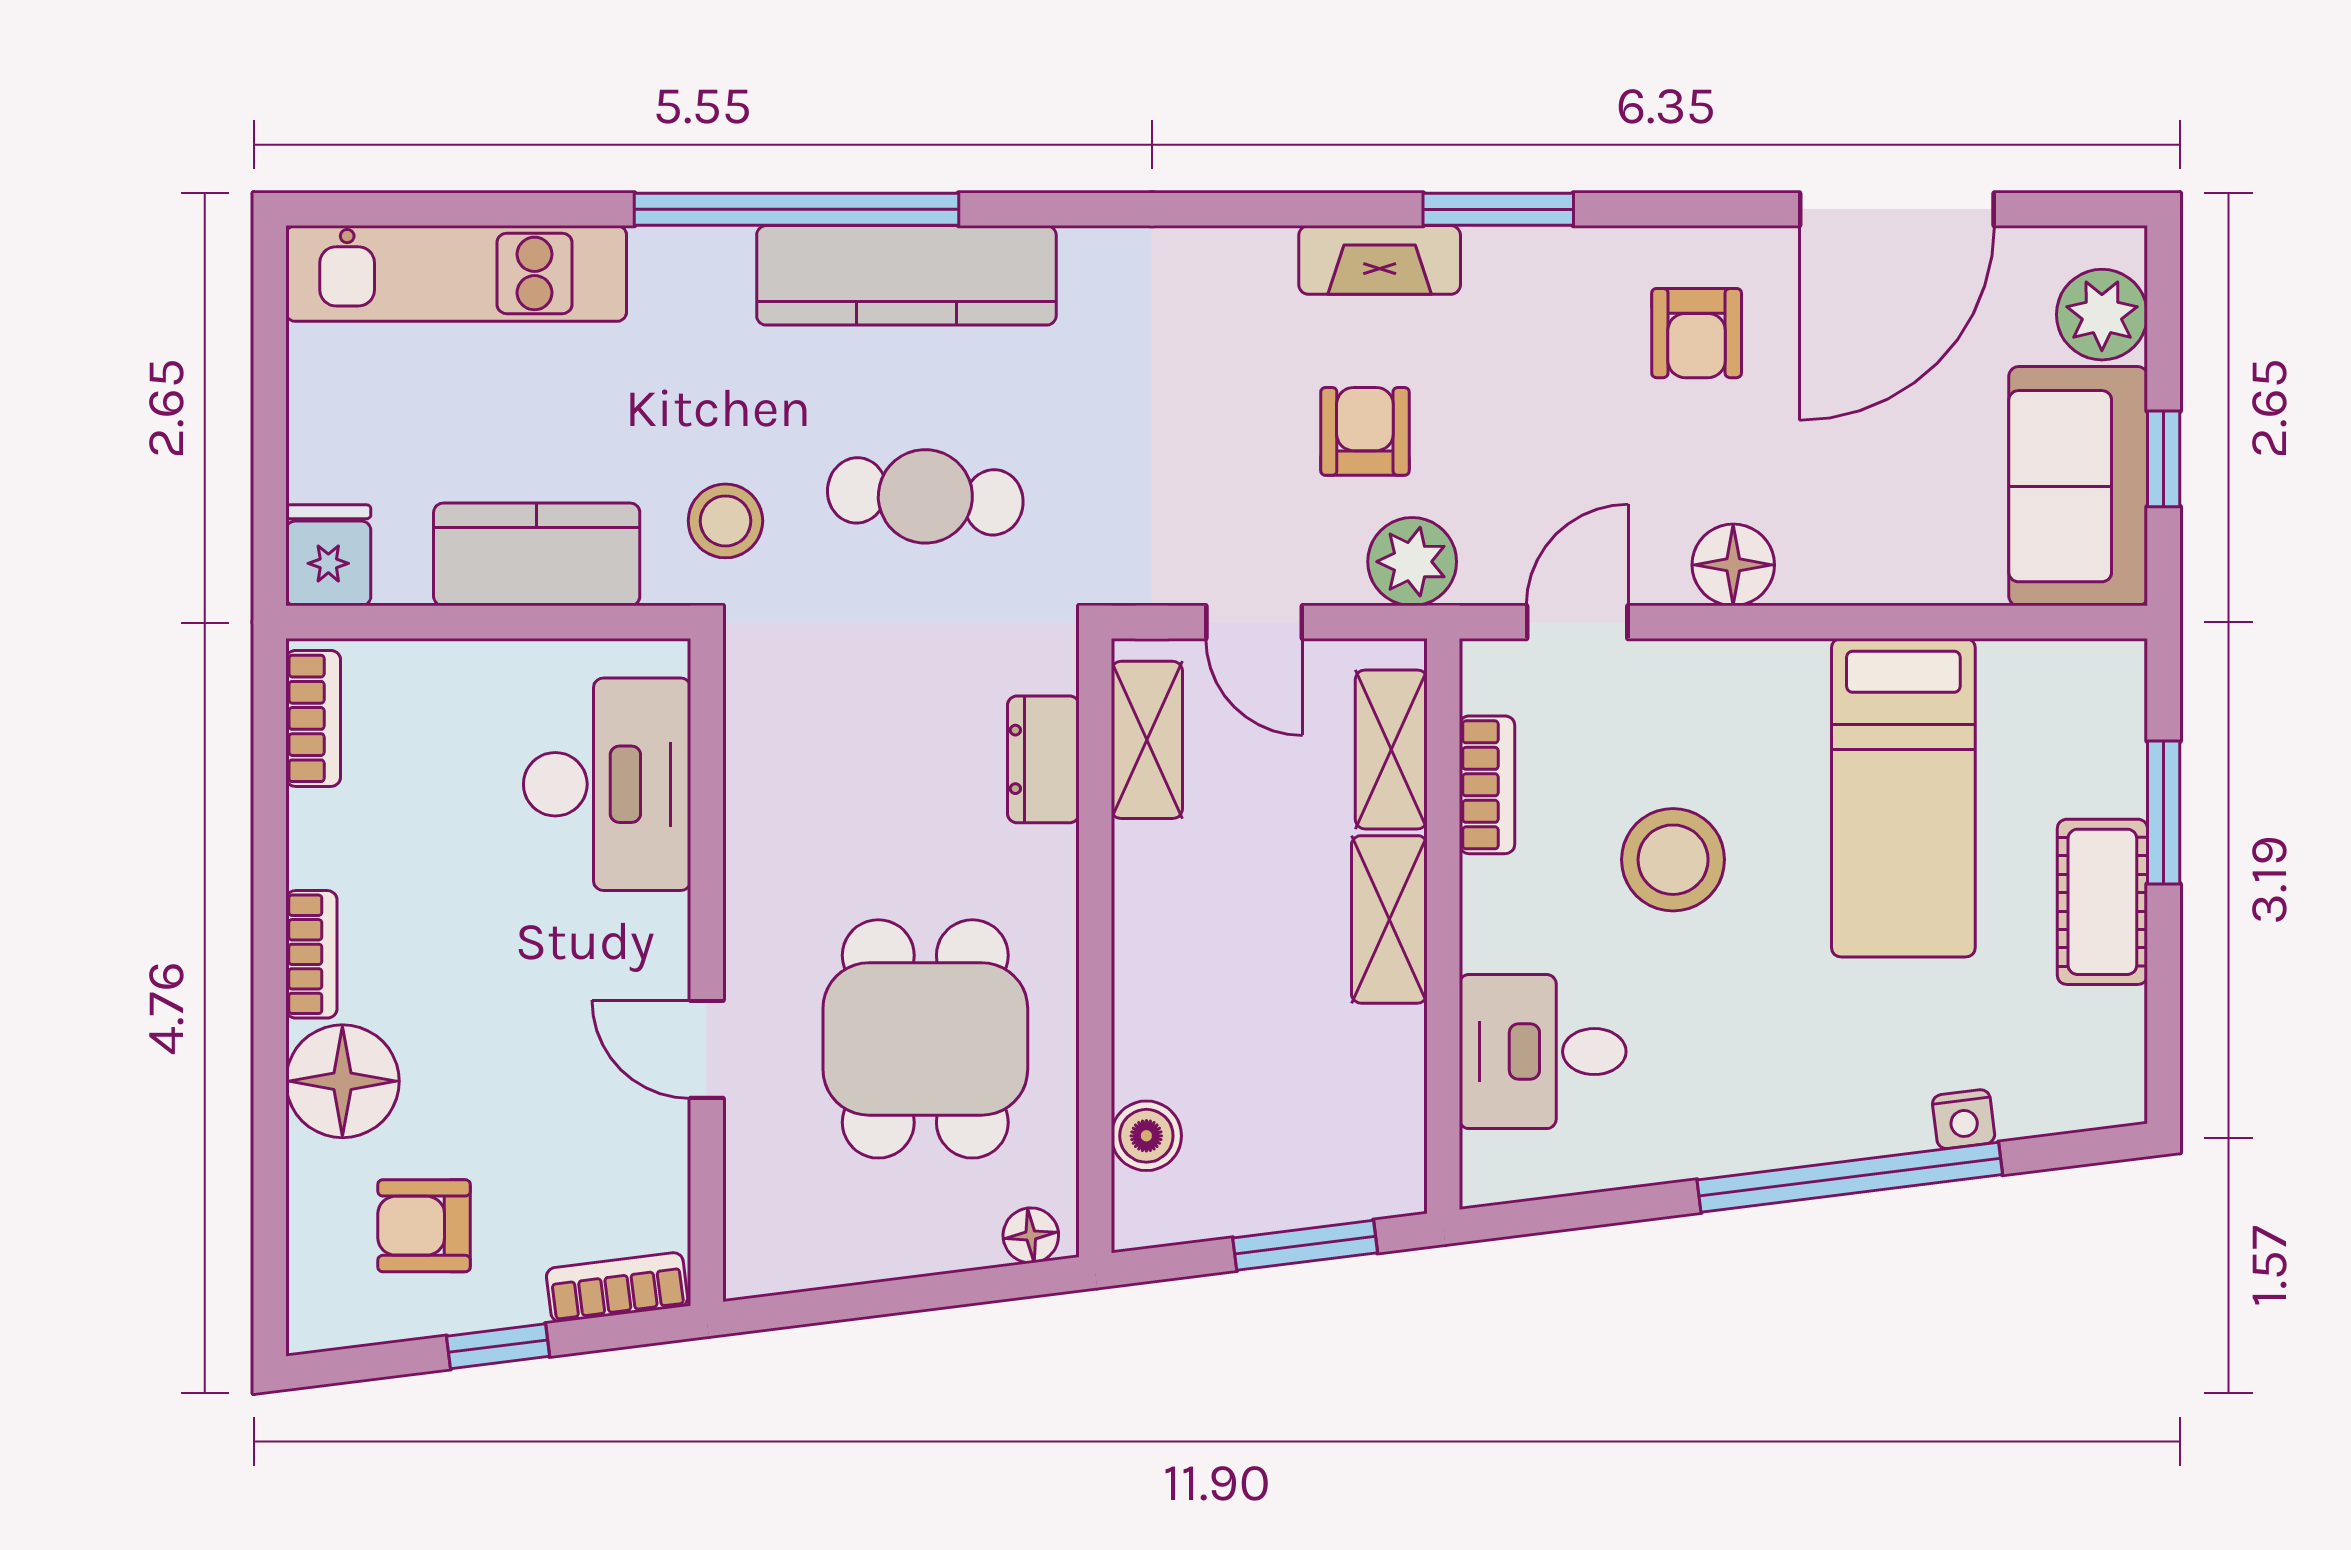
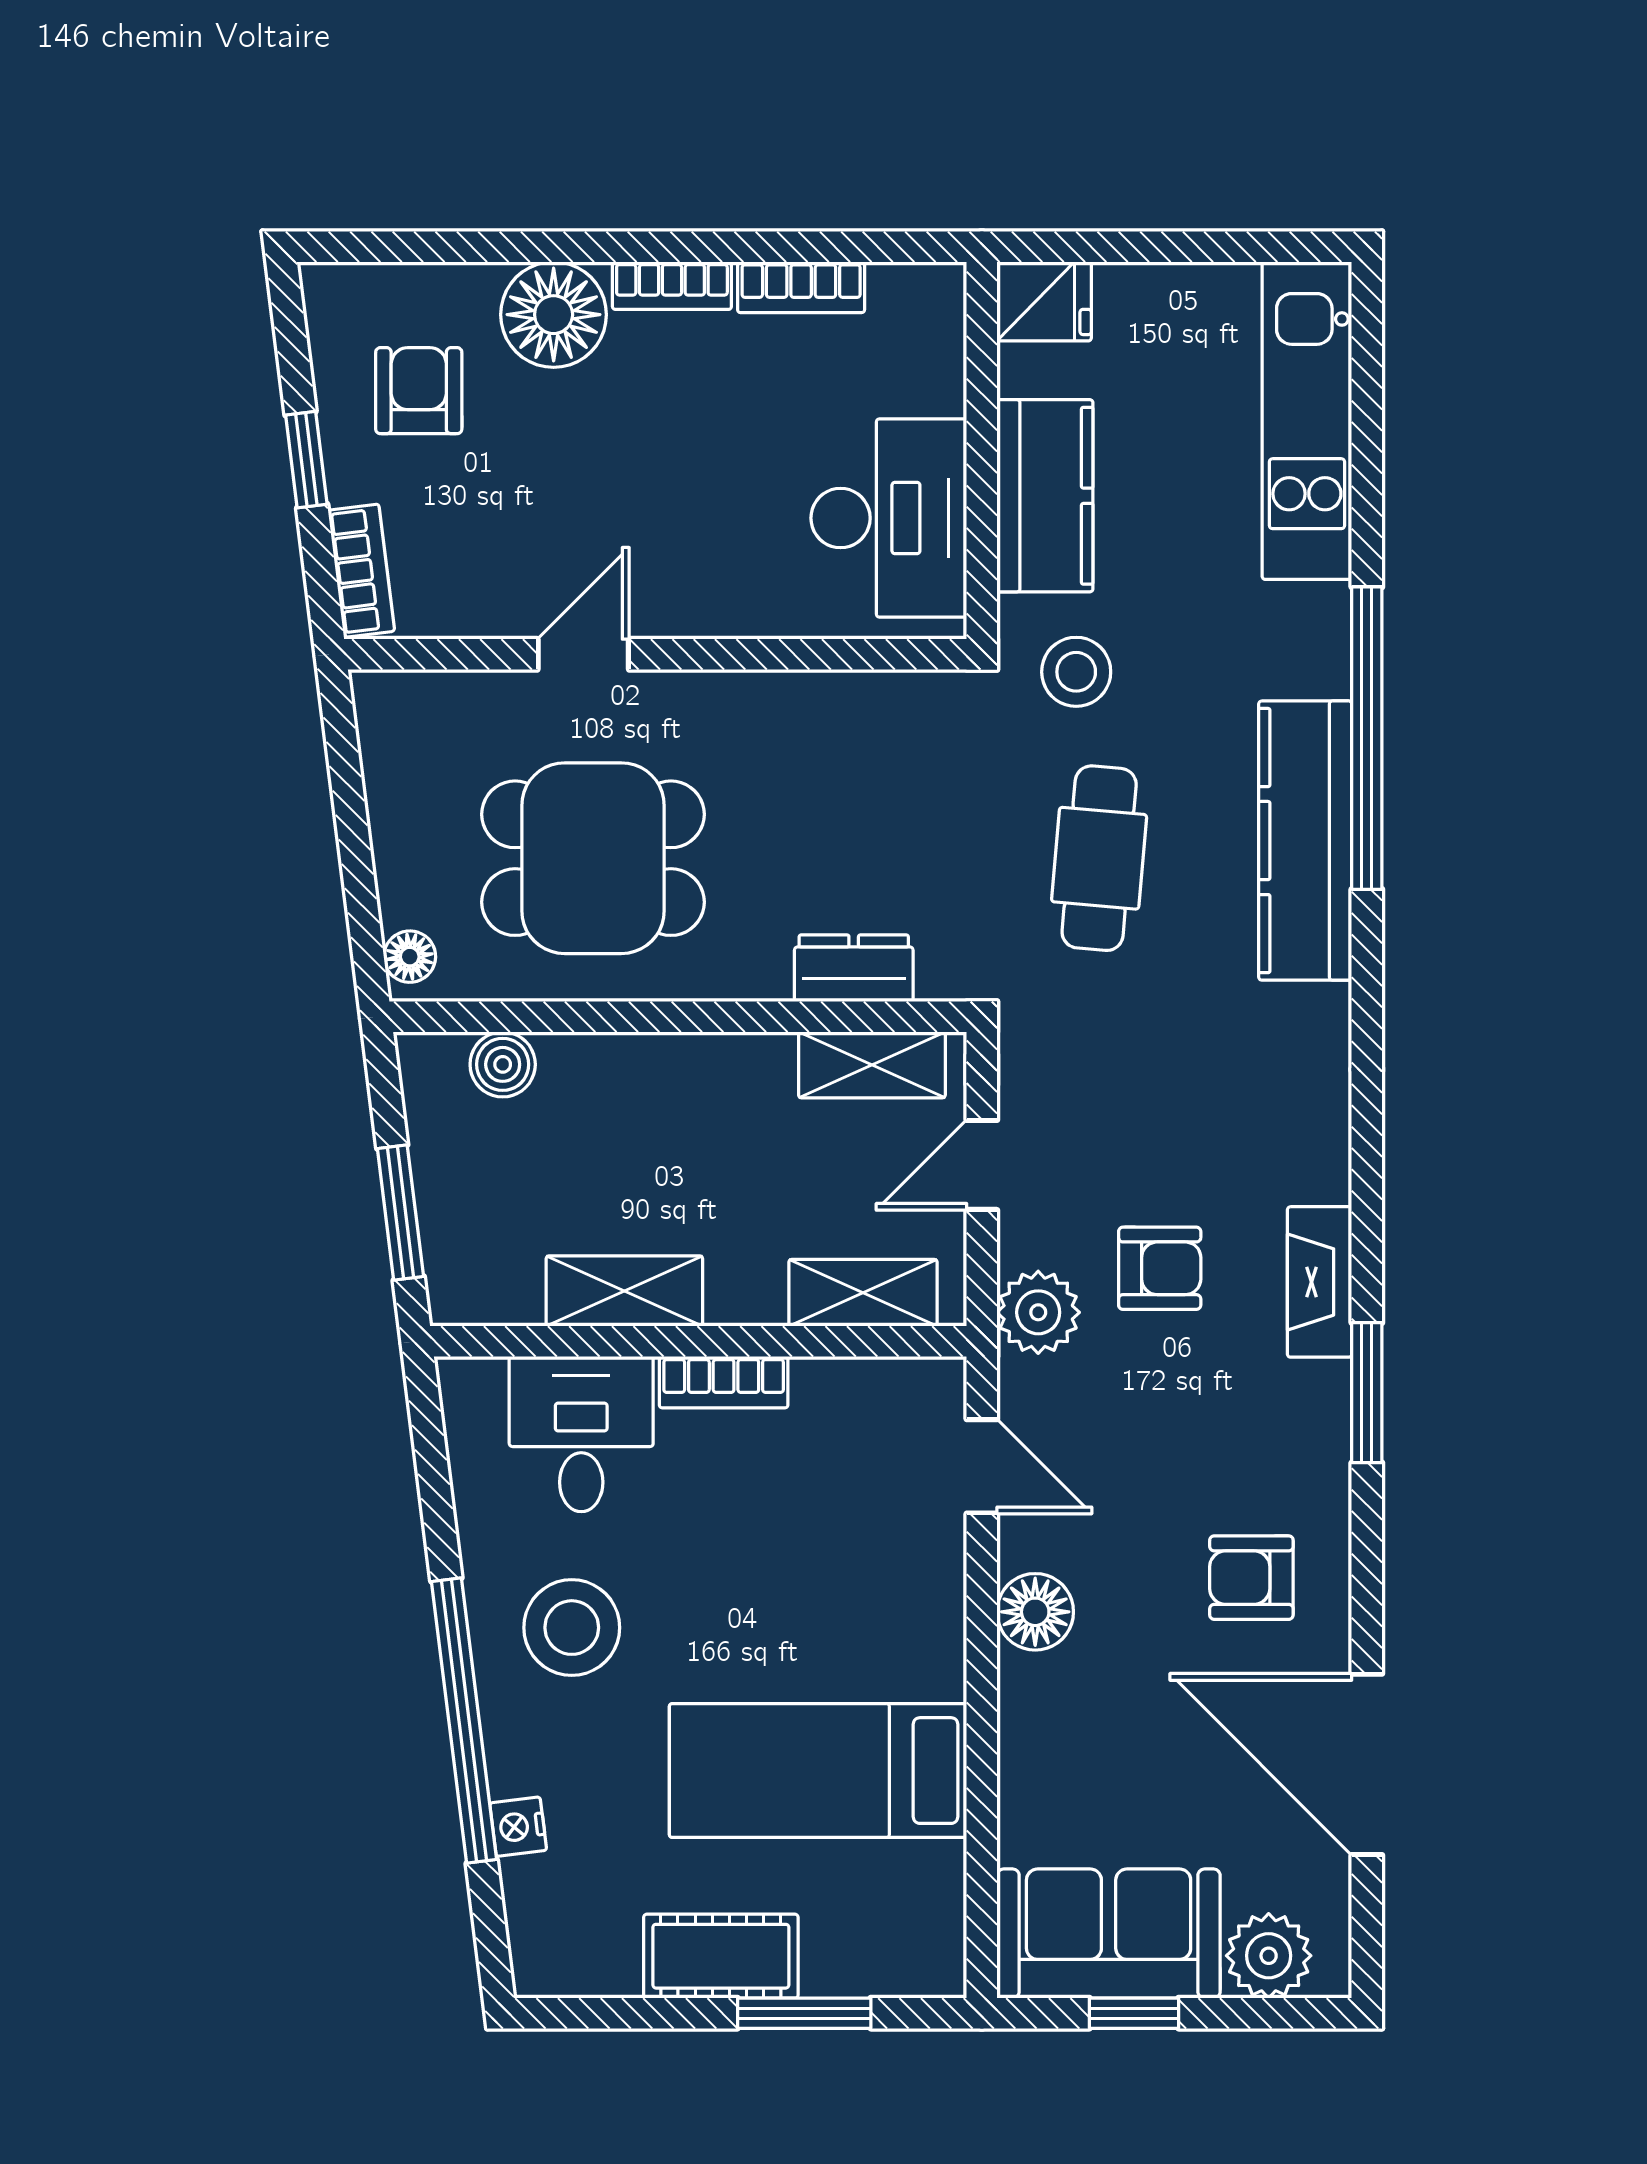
bookcase: (313, 718) -> (801, 287), moved
desk: (607, 784) -> (889, 518), moved, turned -90
bookcase: (1487, 785) -> (724, 1382), moved
stool: (1673, 860) -> (572, 1628), moved
shelving: (1389, 919) -> (624, 1291), moved

